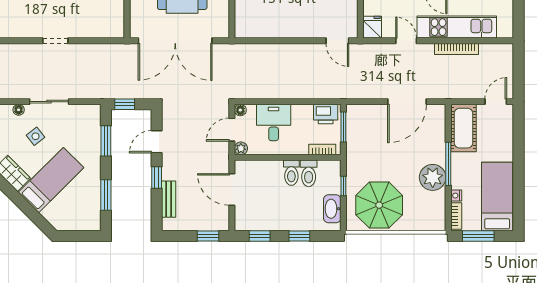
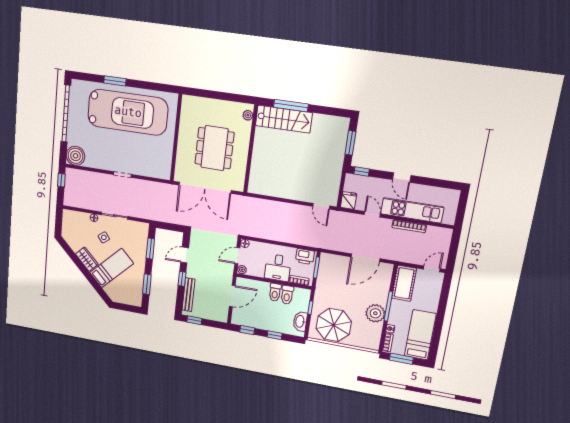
window: (125, 104) -> (165, 226), removed
desk: (274, 123) -> (278, 268), moved, turned 180
door: (232, 190) -> (232, 296), swing flipped
bench: (169, 199) -> (189, 295), width x1.36
window: (208, 236) -> (194, 320), moved

